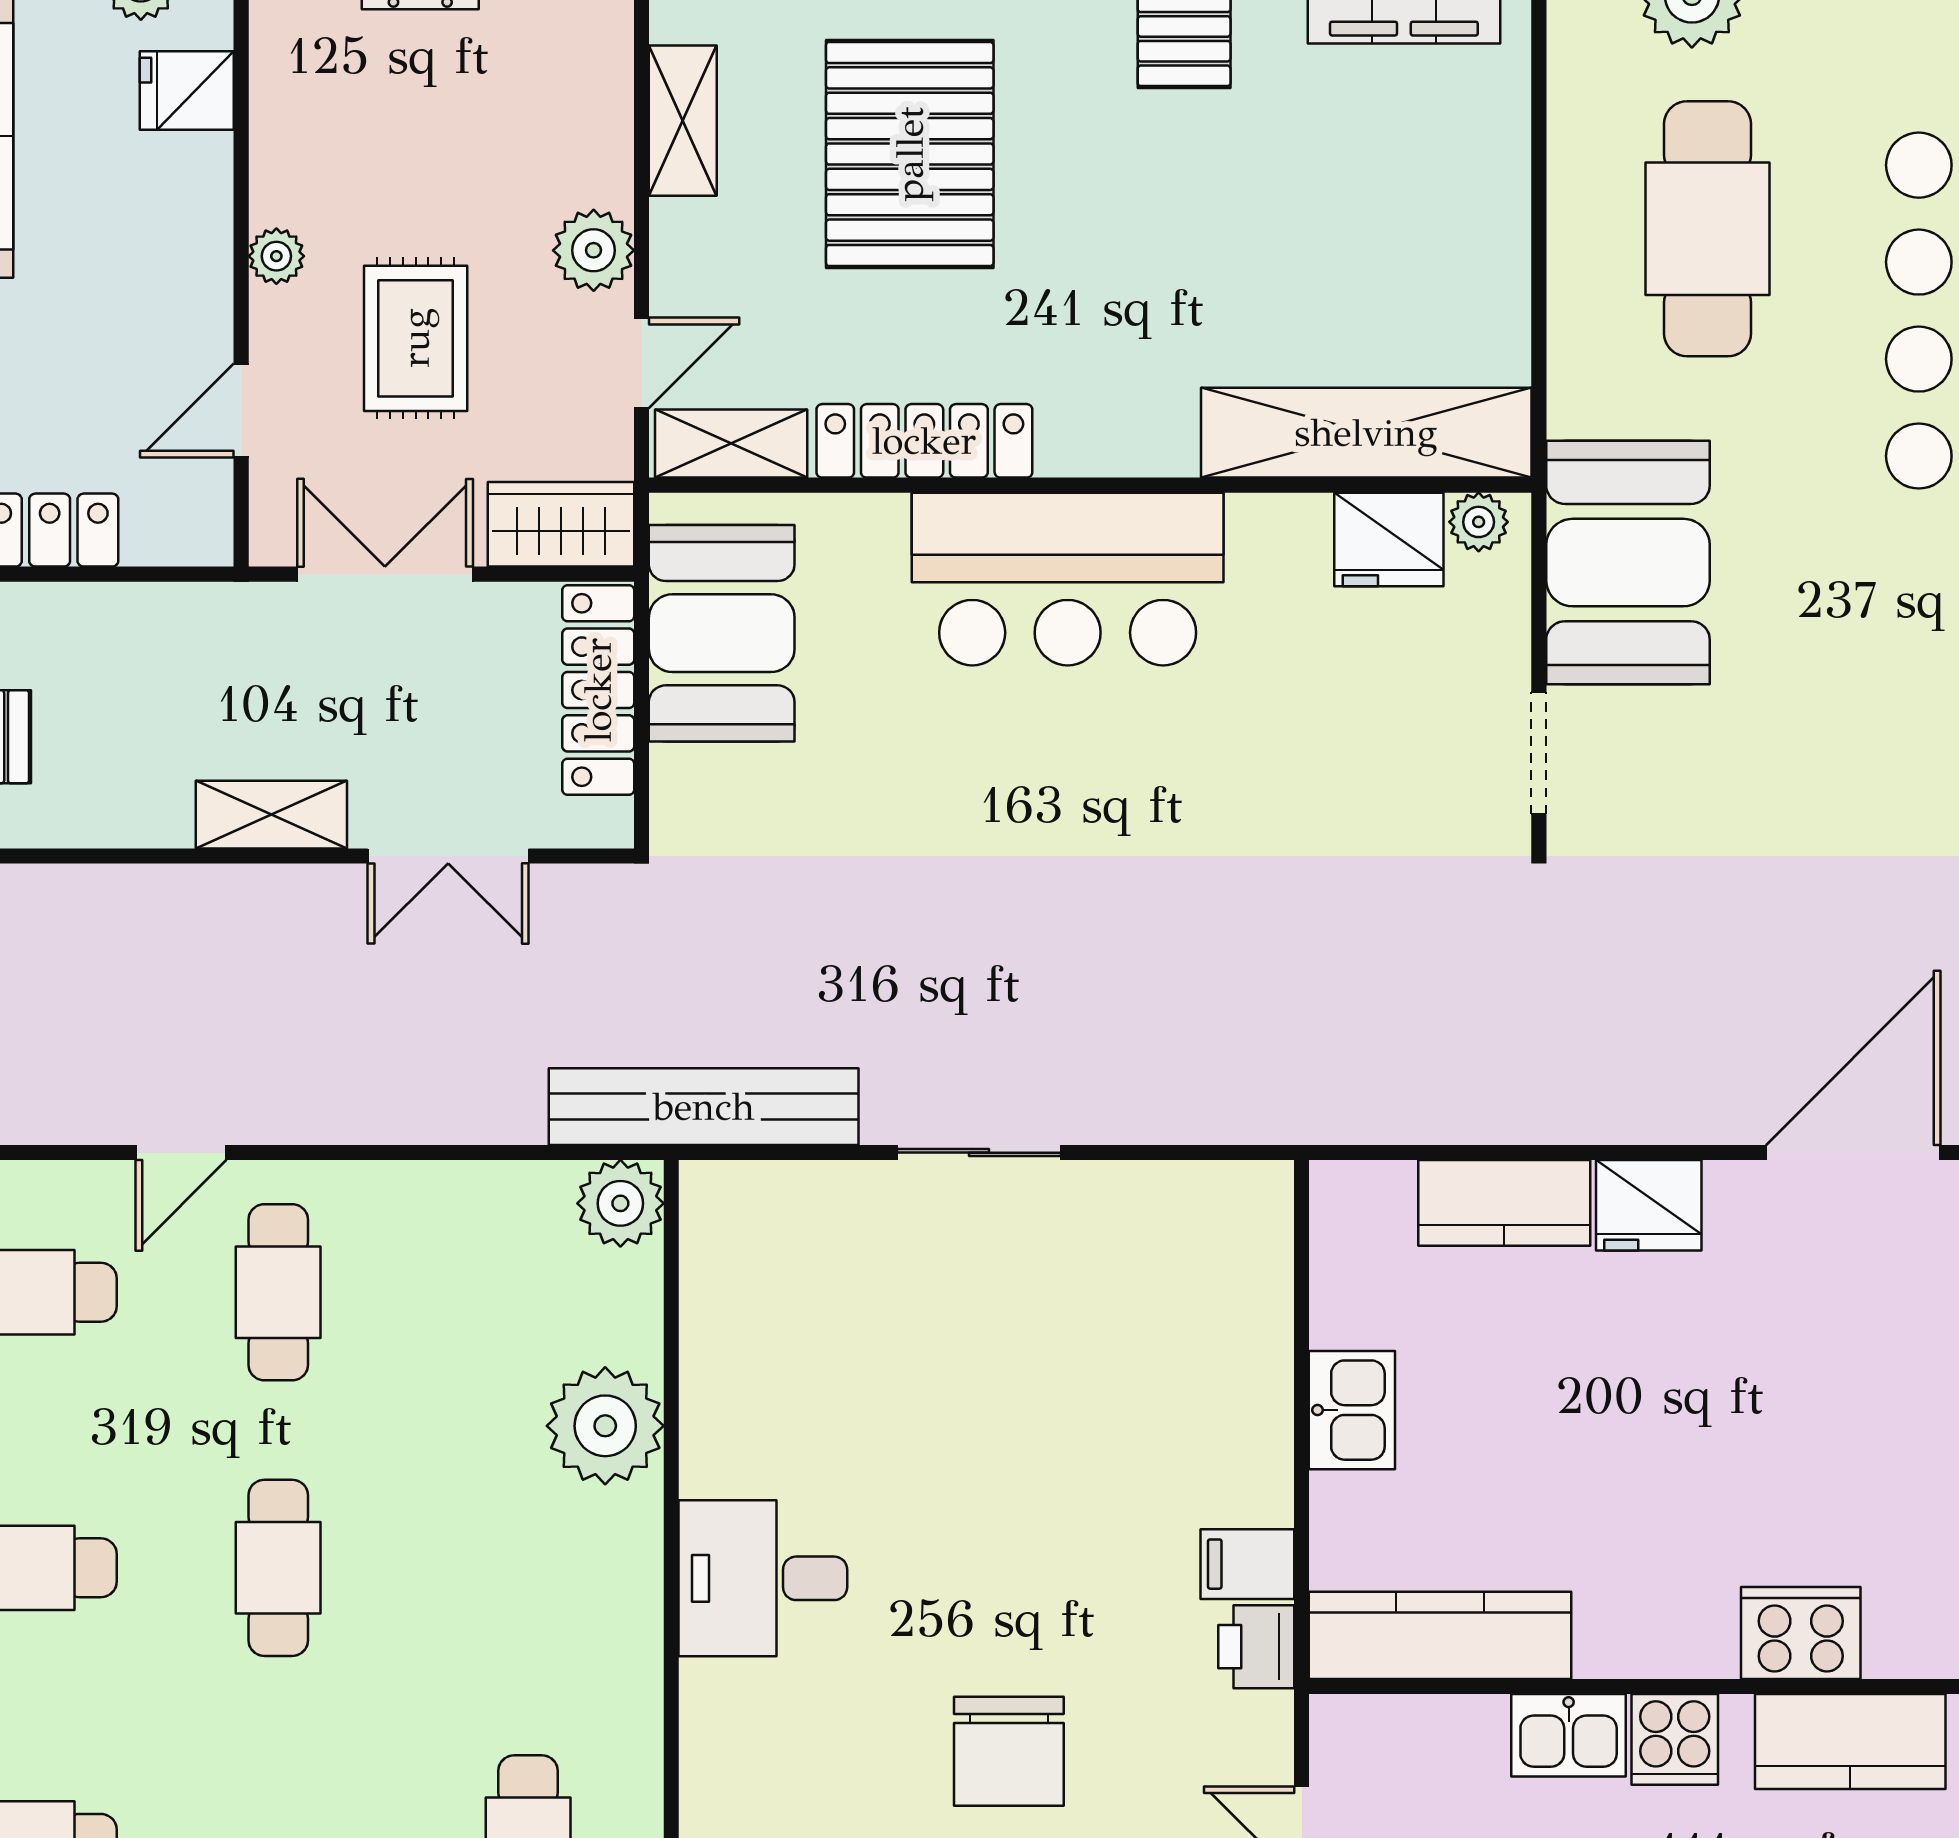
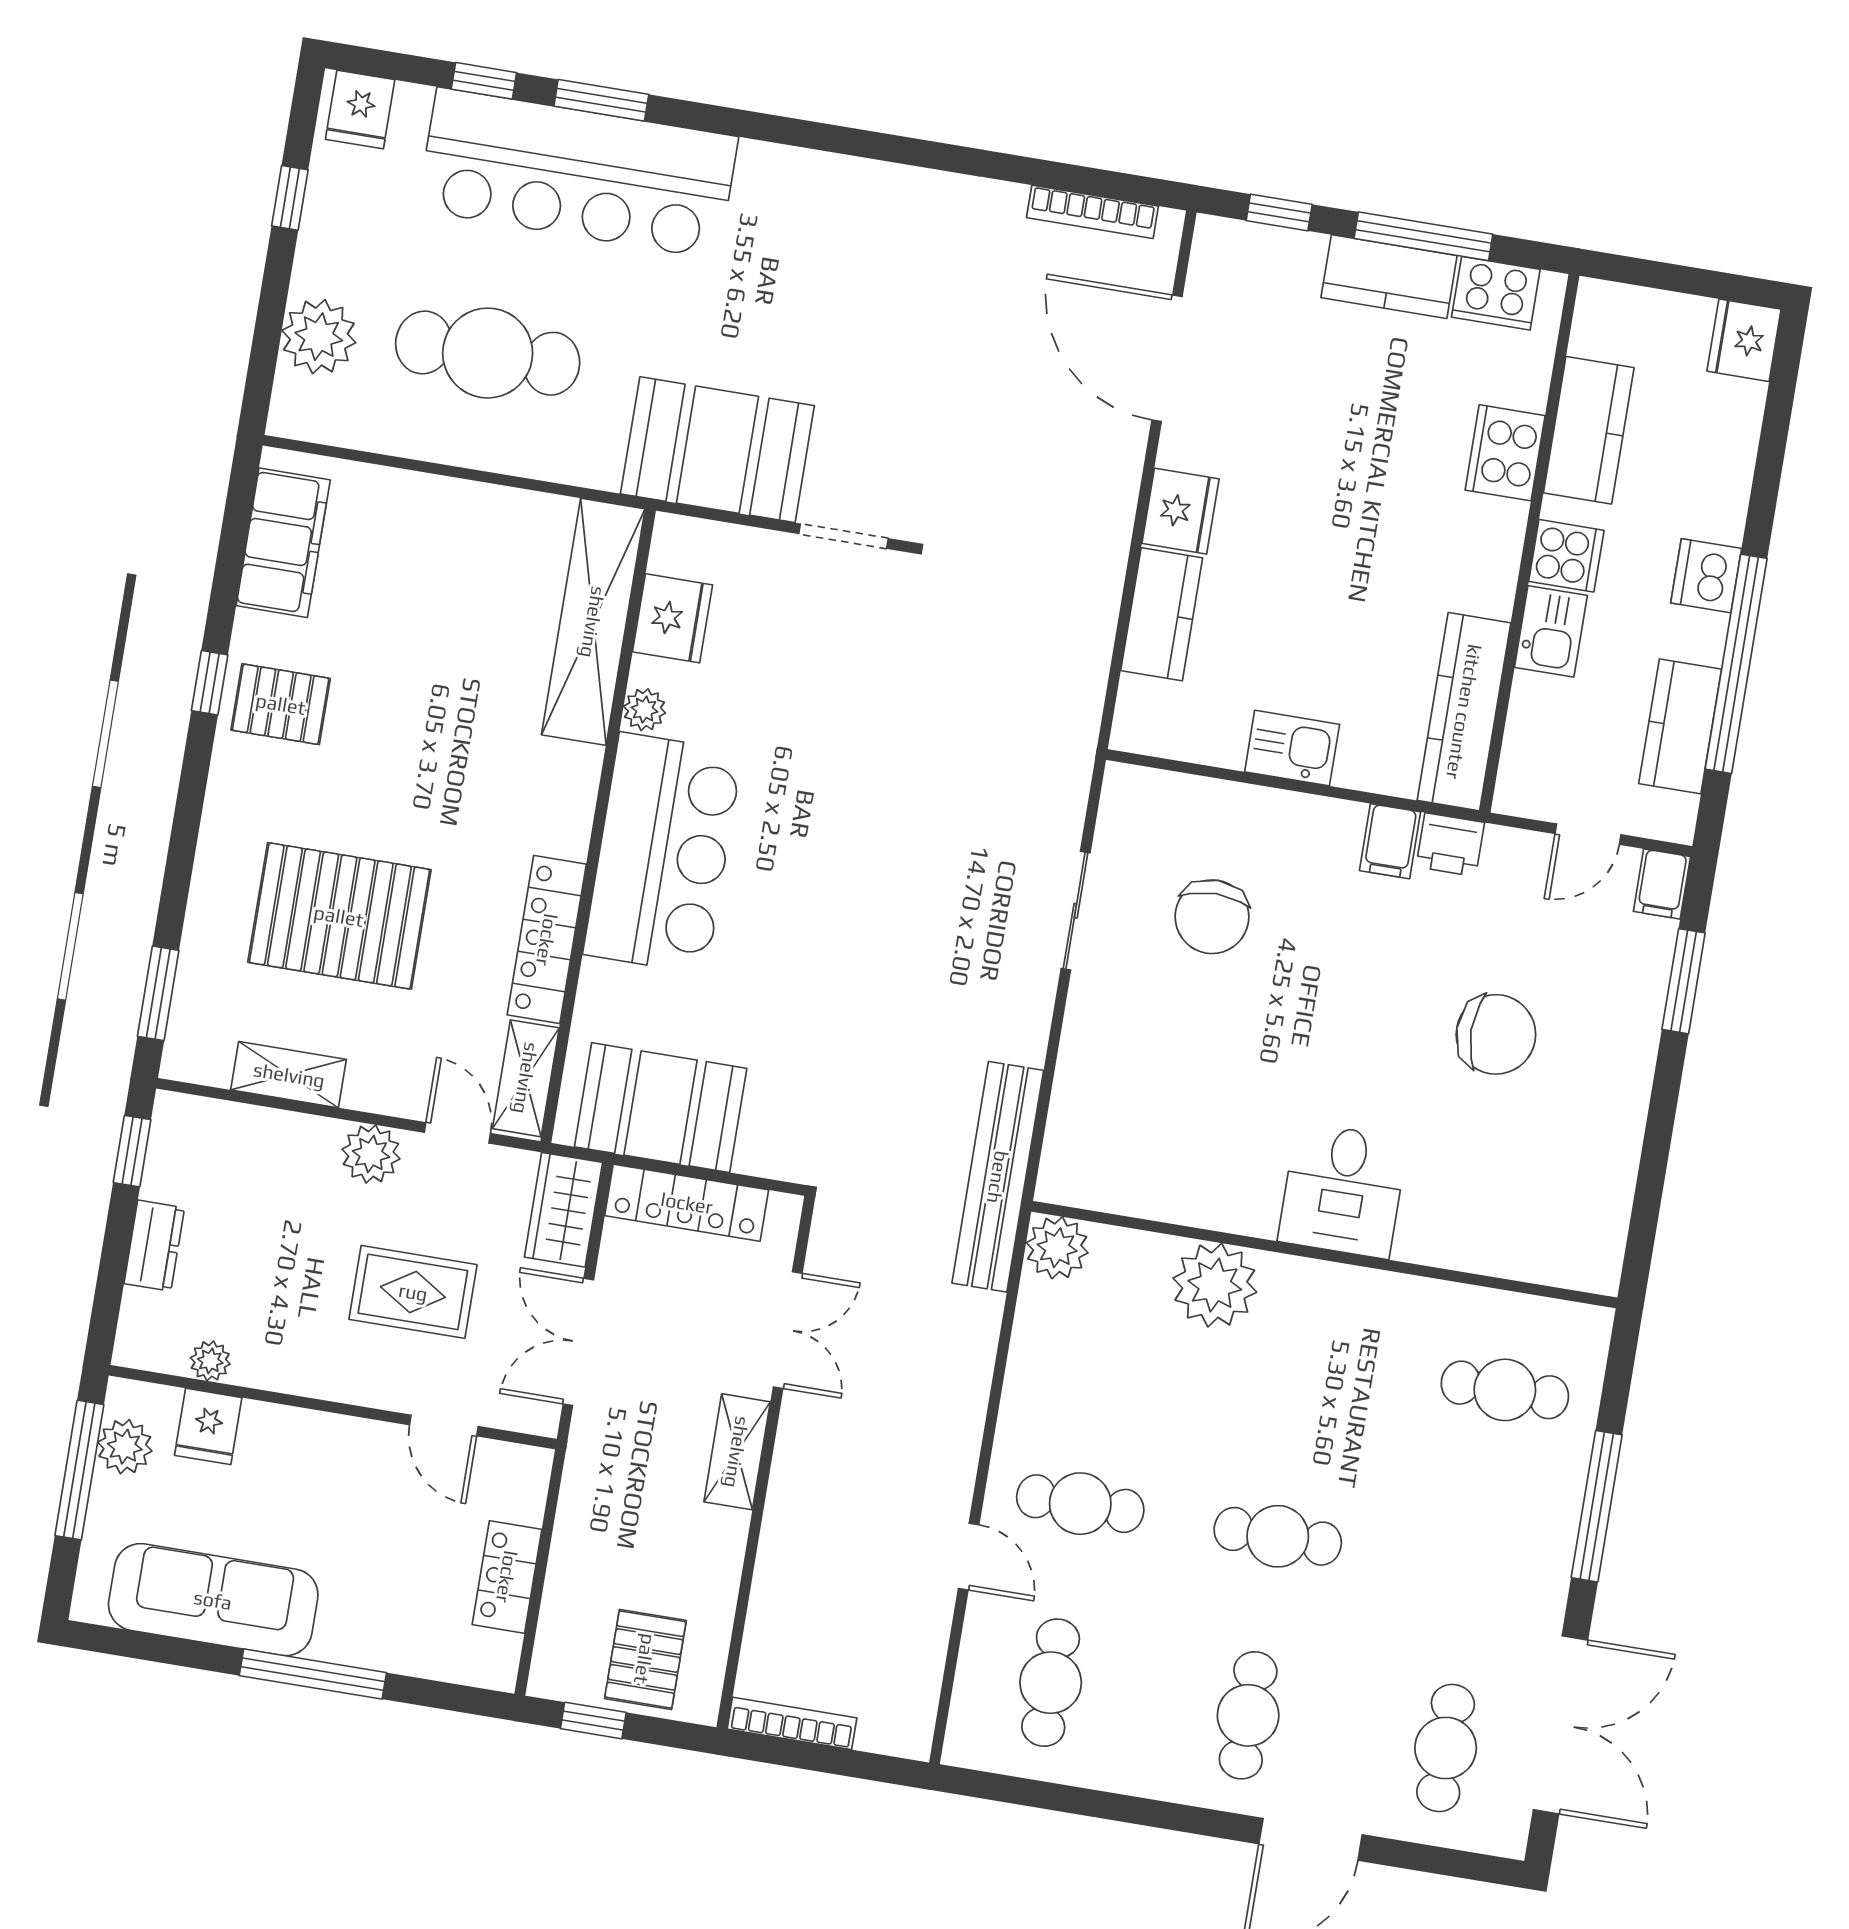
plant: (276, 256) -> (210, 1361), moved
plant: (1479, 522) -> (645, 710), moved
sliding door: (979, 1153) -> (1076, 911), moved
chair: (1105, 1339) -> (1212, 917), added

